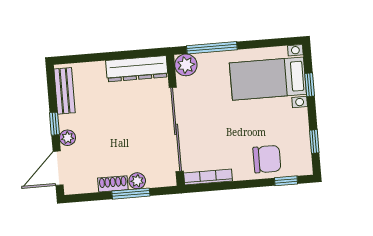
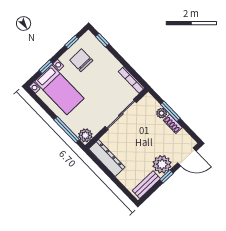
sliding door: (176, 129) -> (121, 115), width x0.73
plant: (68, 138) -> (162, 164), width x1.88, depth x1.88
chair: (267, 159) -> (81, 60), moved

